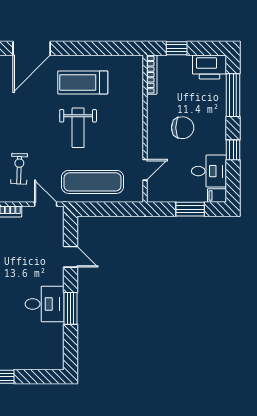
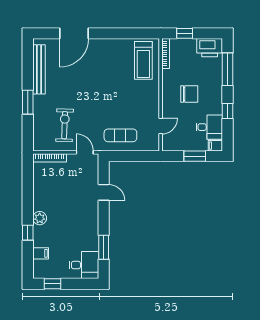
treadmill: (83, 82) -> (143, 60), moved, turned -90
weight bench: (78, 128) -> (109, 94), removed
exercise bike: (19, 169) -> (65, 125), width x1.38, depth x1.39
exercise mat: (93, 182) -> (120, 135), width x0.73, depth x0.69
desk: (44, 304) -> (84, 265), moved
window: (70, 308) -> (104, 247), moved

